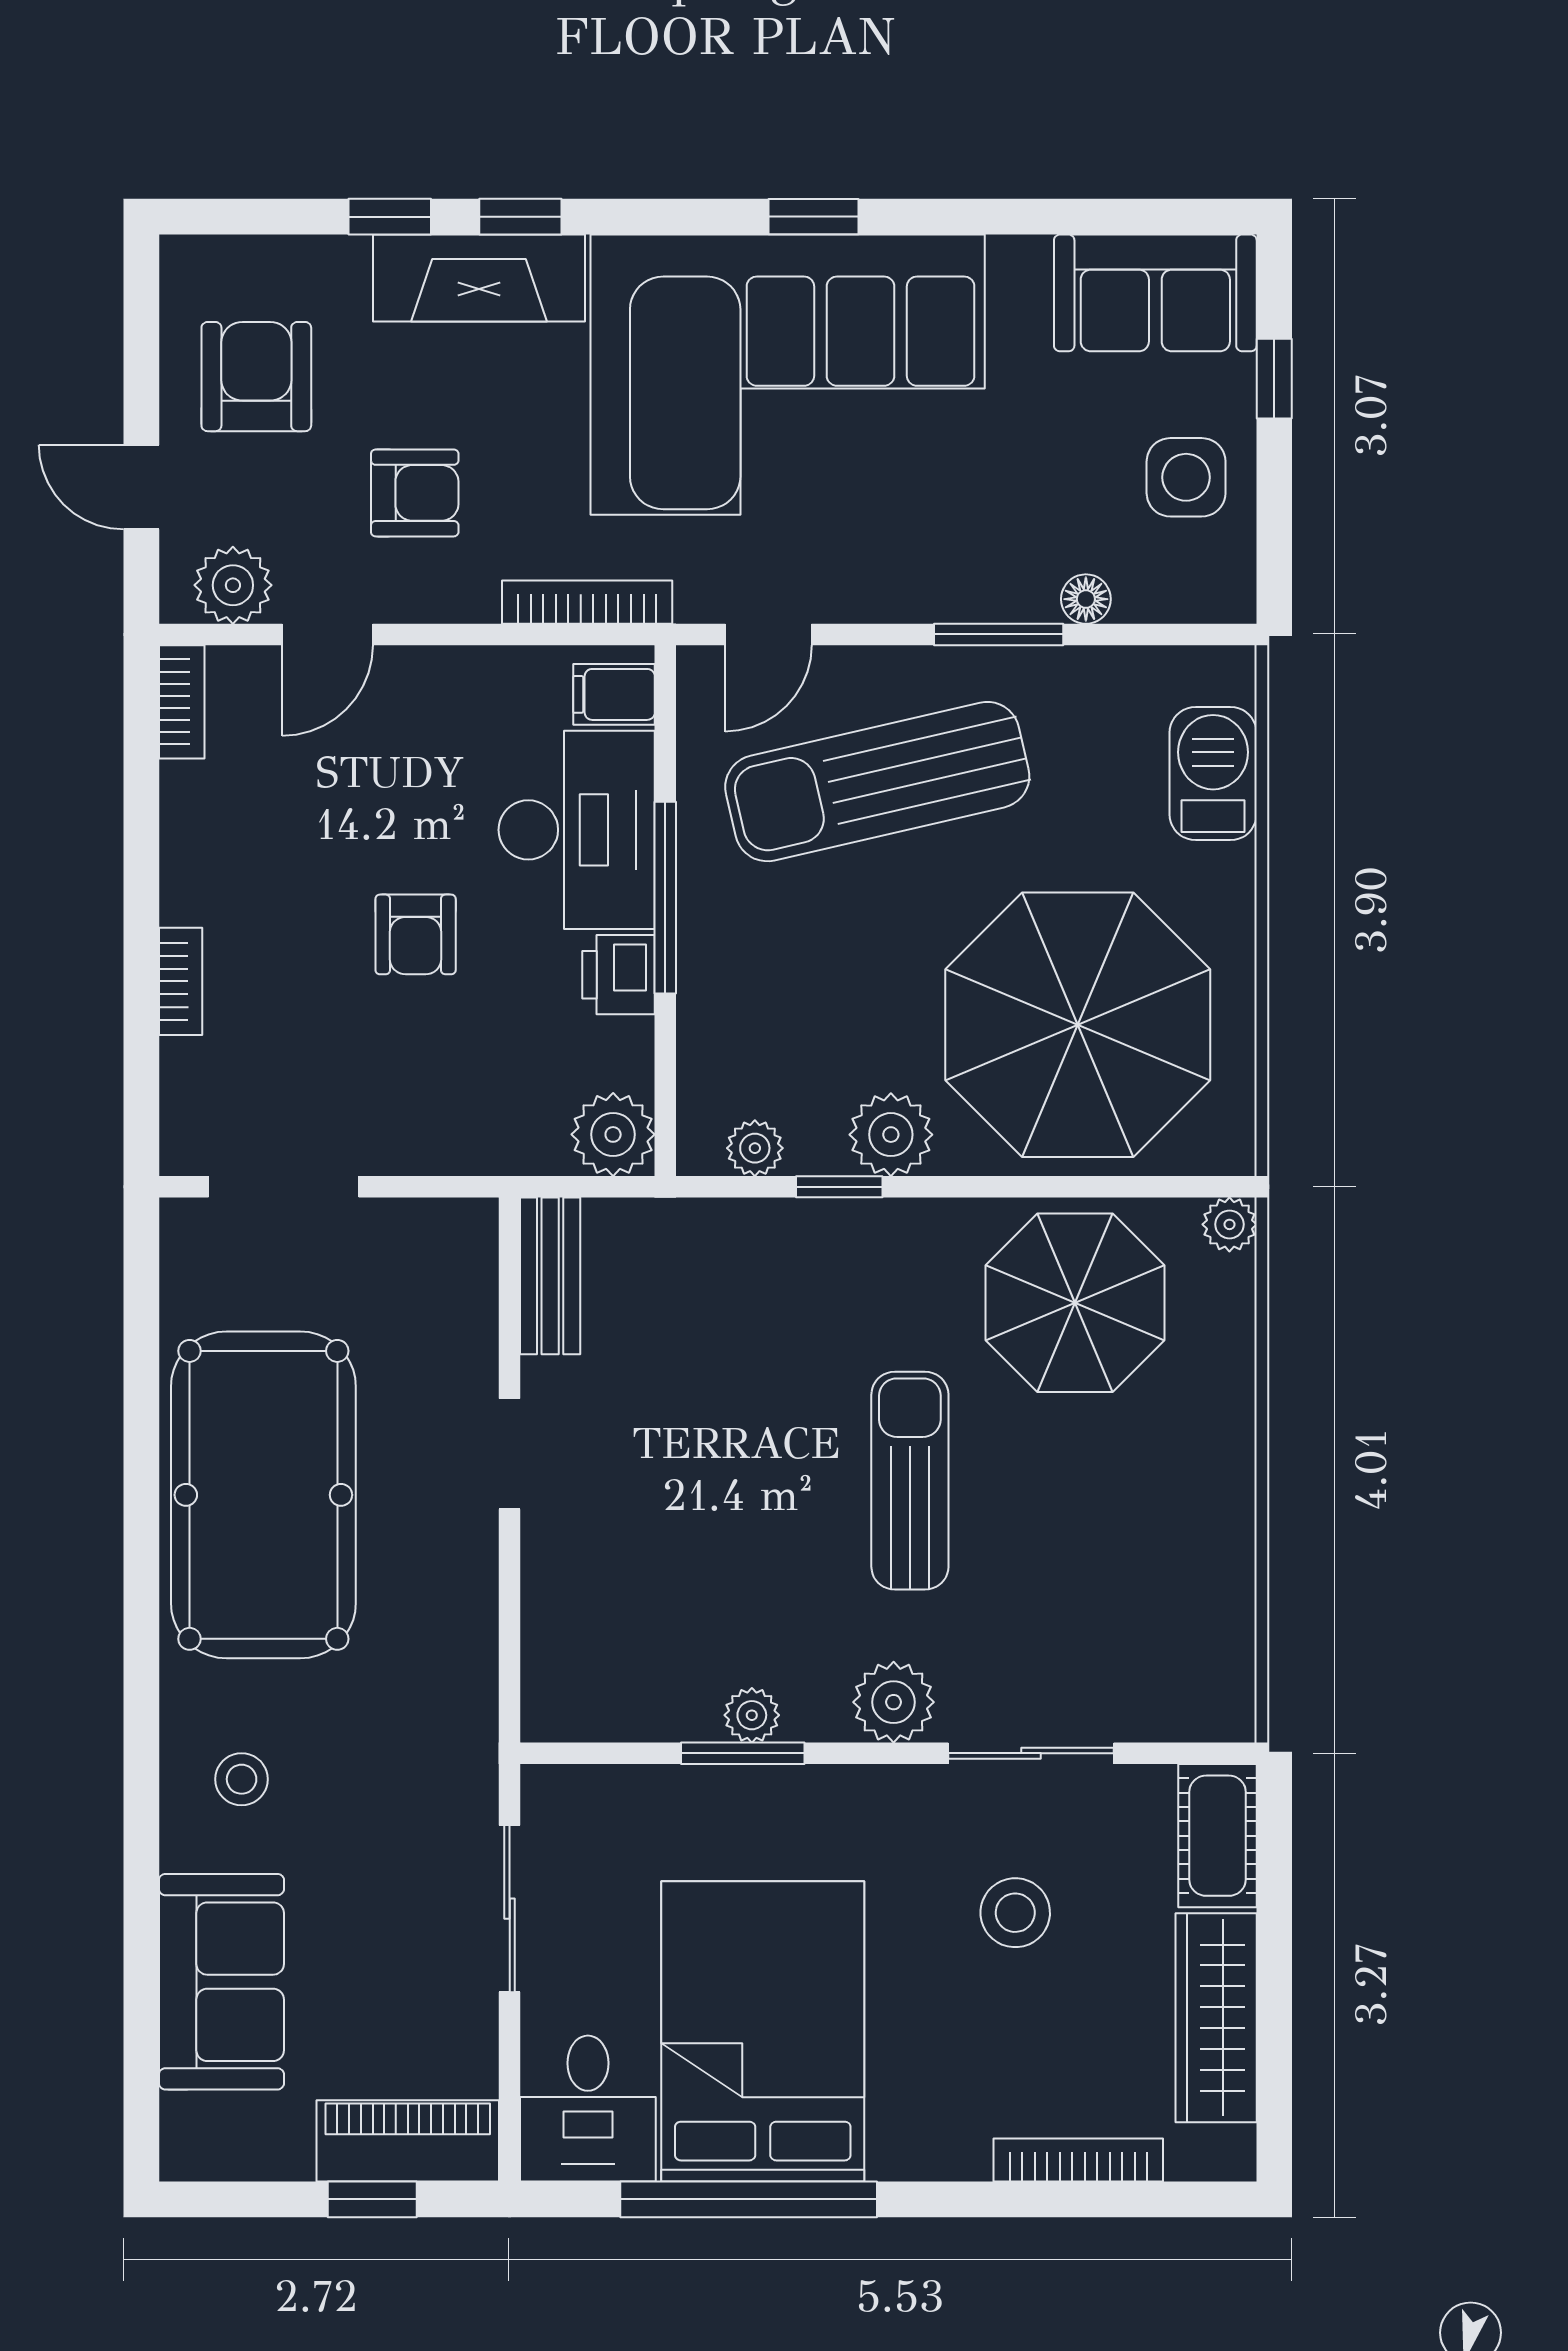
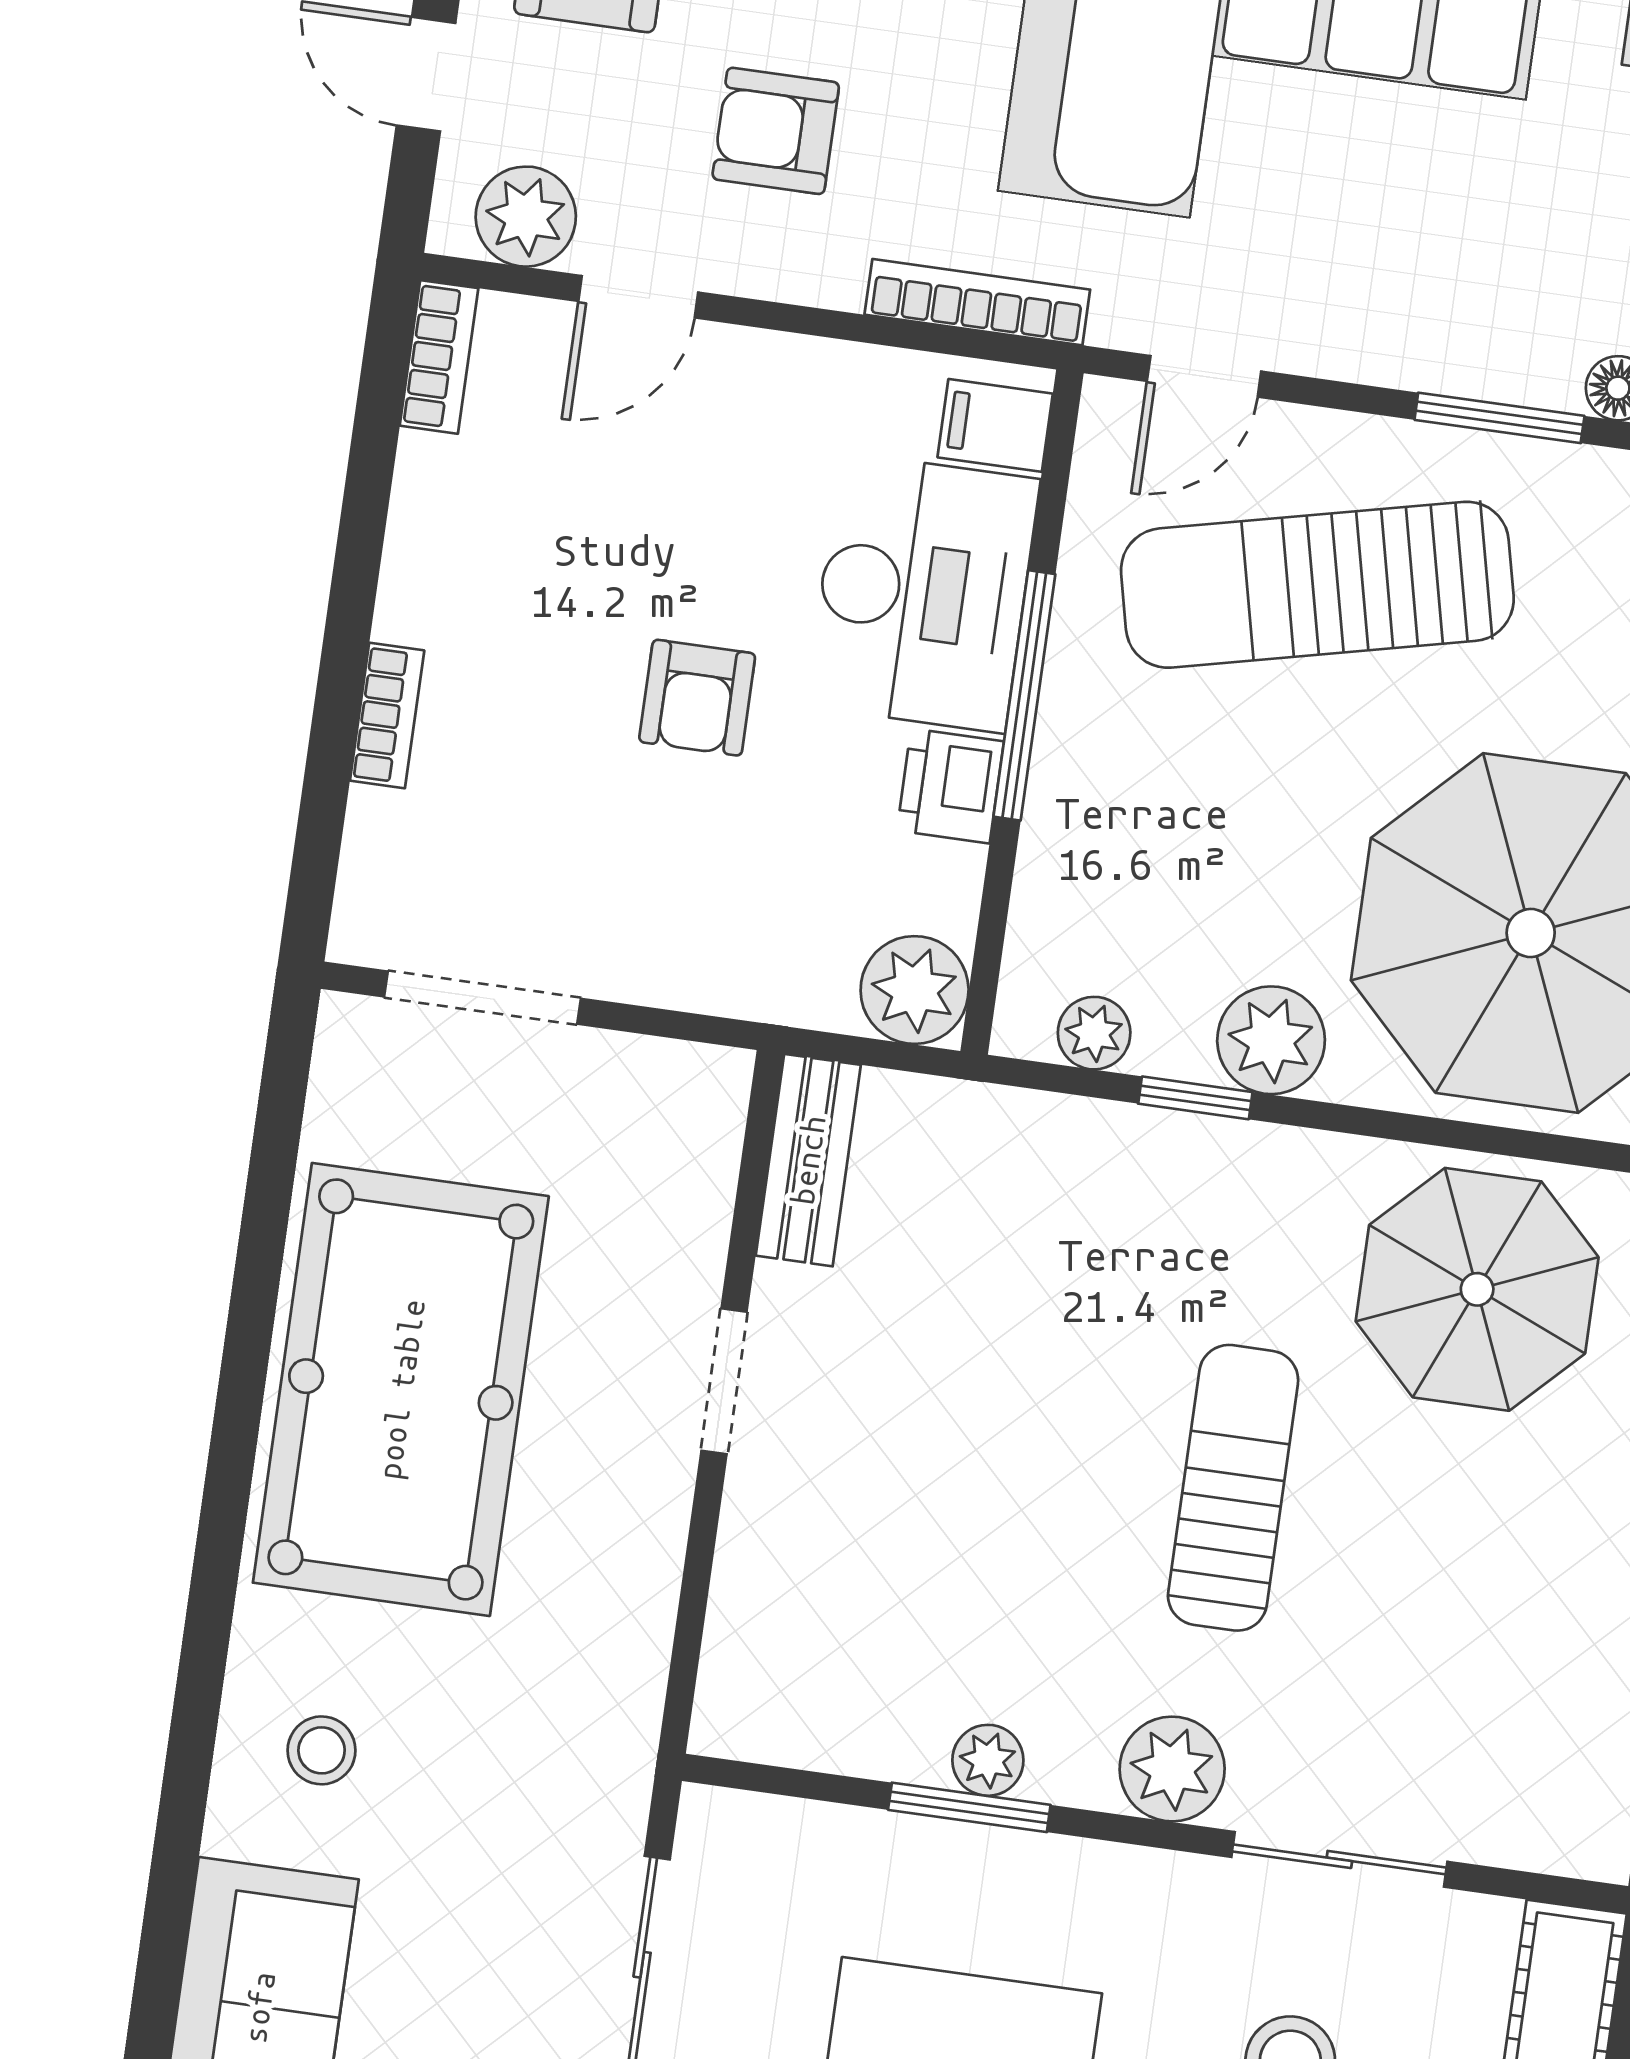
armchair: (415, 493) -> (776, 131), turned 180

